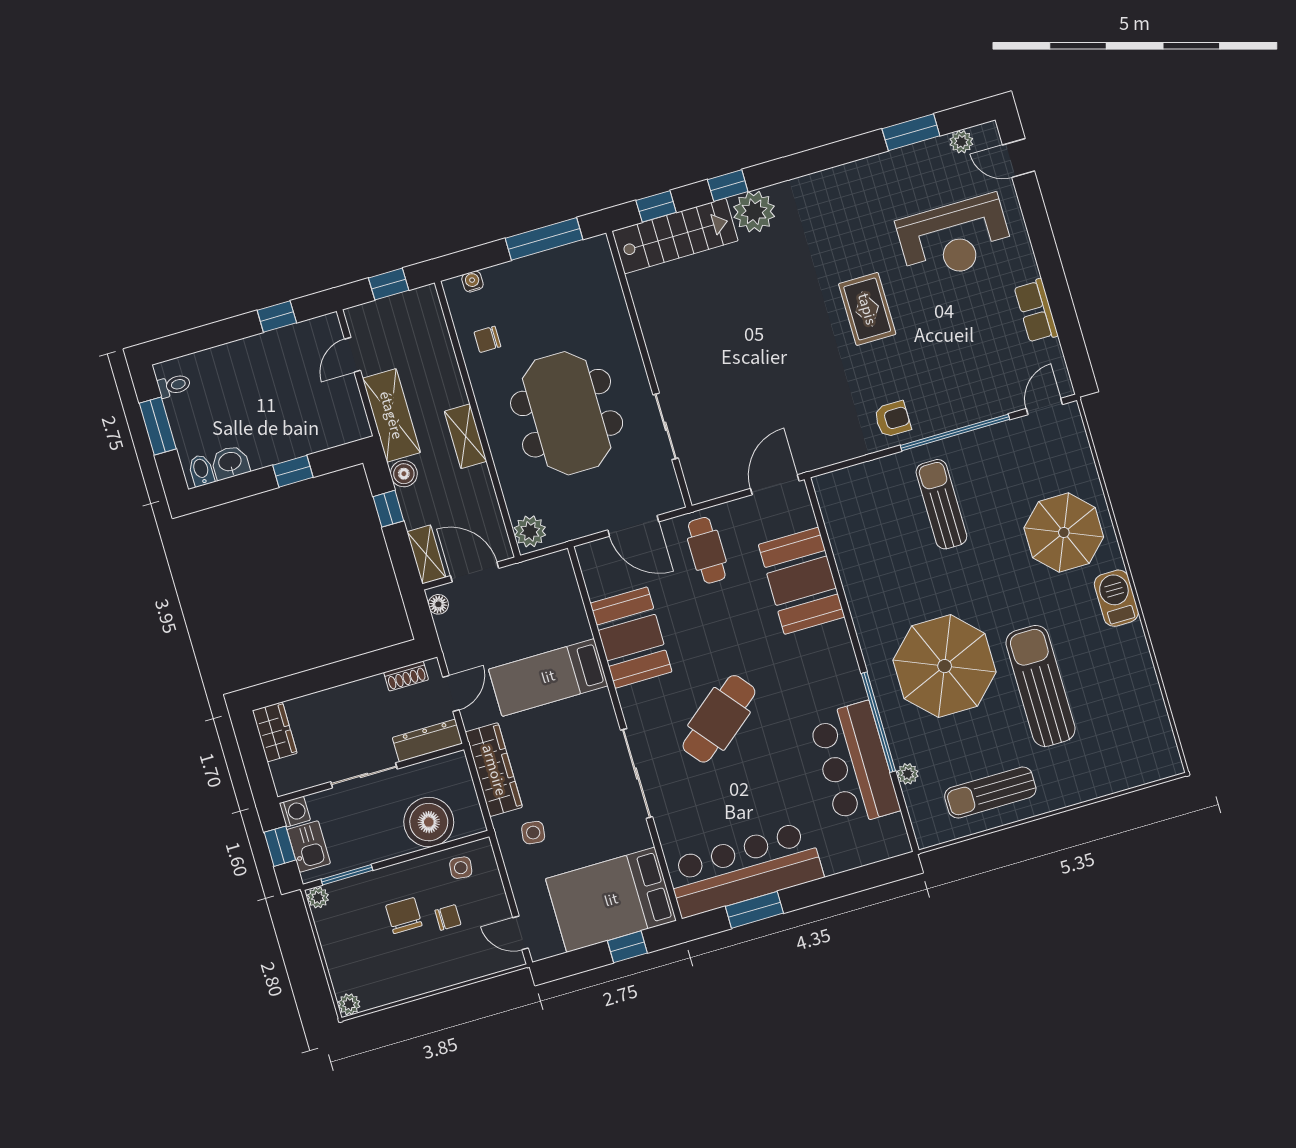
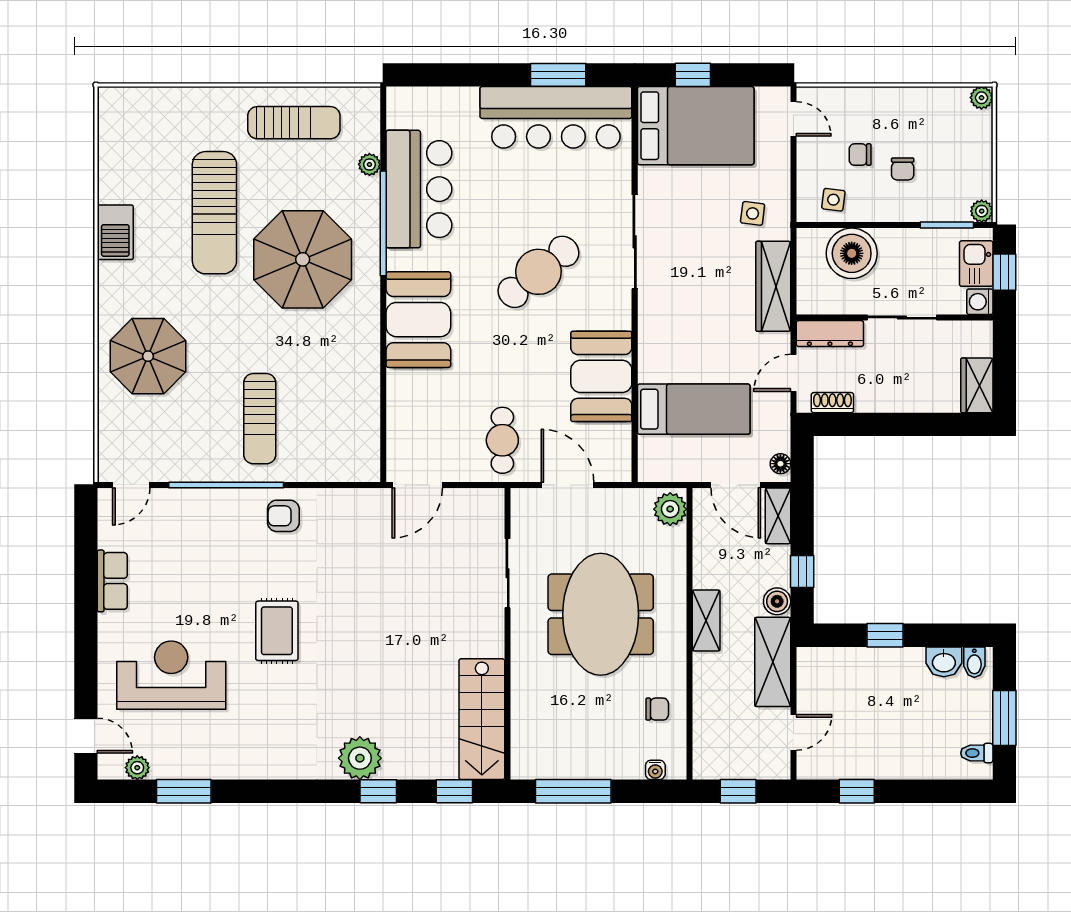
stairs: (675, 236) -> (482, 719), moved, turned -90
booth: (802, 581) -> (418, 320), moved
barbecue: (1116, 598) -> (115, 232), moved
bed: (548, 677) -> (694, 409), moved
chair: (404, 916) -> (903, 169), width x0.73, depth x0.73

